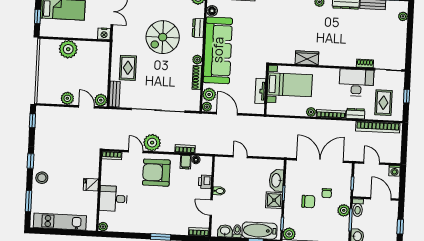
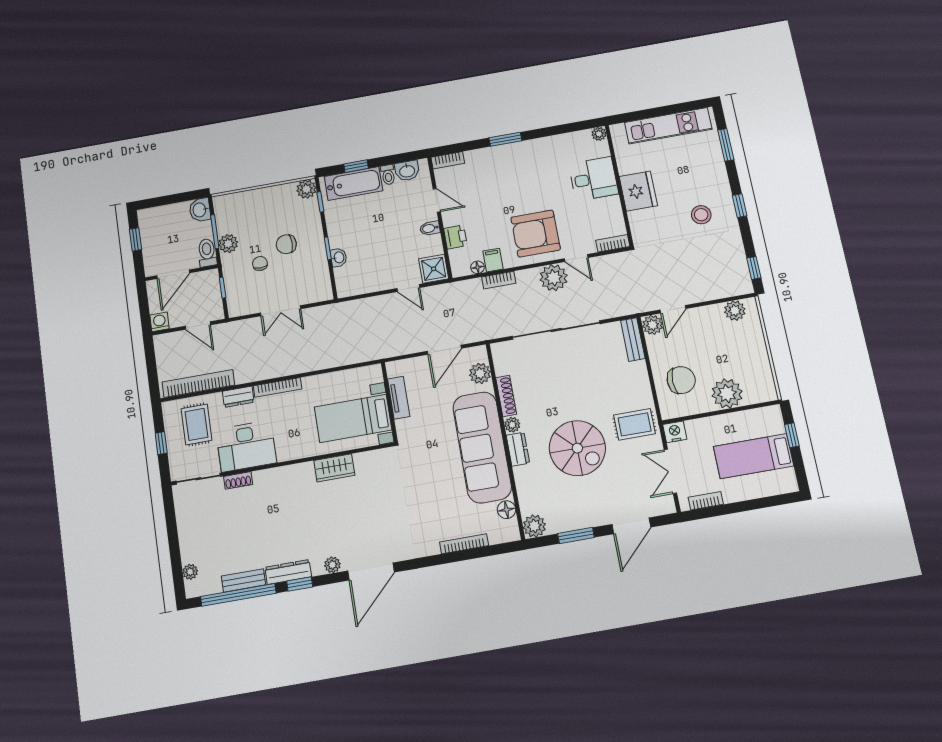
dresser: (198, 28) -> (518, 449), moved
spiral stairs: (163, 37) -> (577, 448), turned 90
chair: (93, 63) -> (681, 380), added
rug: (128, 68) -> (635, 424), moved, turned 90
plant: (67, 98) -> (735, 311), moved
door: (87, 107) -> (673, 309), hinge flipped
plant: (207, 107) -> (479, 353), removed
plant: (311, 112) -> (310, 383), removed
door: (227, 114) -> (444, 350), hinge flipped
double door: (320, 161) -> (281, 311), width x0.54
armchair: (156, 173) -> (536, 234), turned 180
stool: (42, 178) -> (701, 215), moved
washbasin: (276, 180) -> (339, 257), width x0.52, depth x0.69
fridge: (91, 185) -> (638, 191), width x1.88, depth x1.34
door: (381, 199) -> (173, 274), hinge flipped
shower: (274, 200) -> (434, 269), moved

